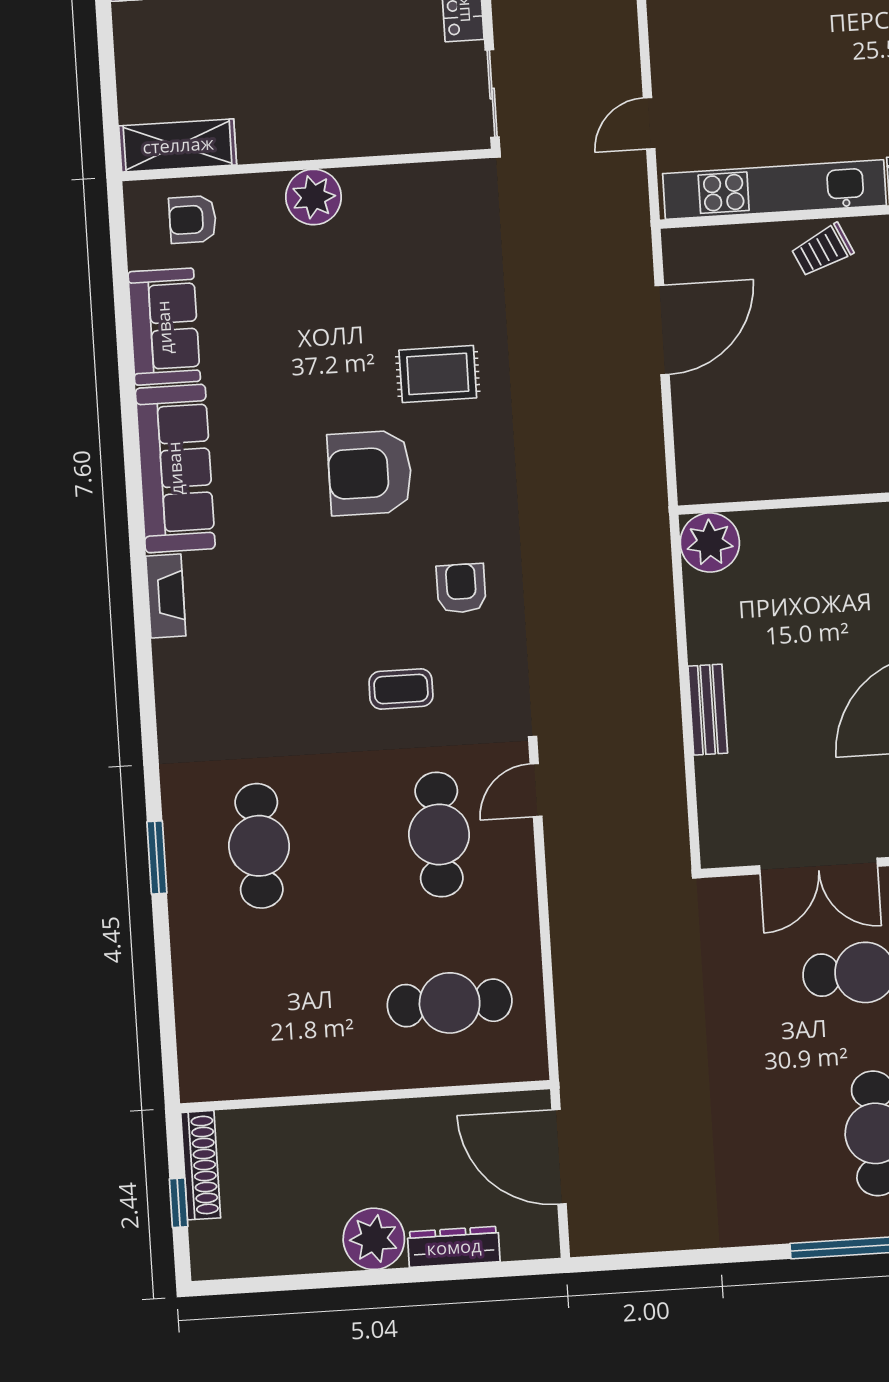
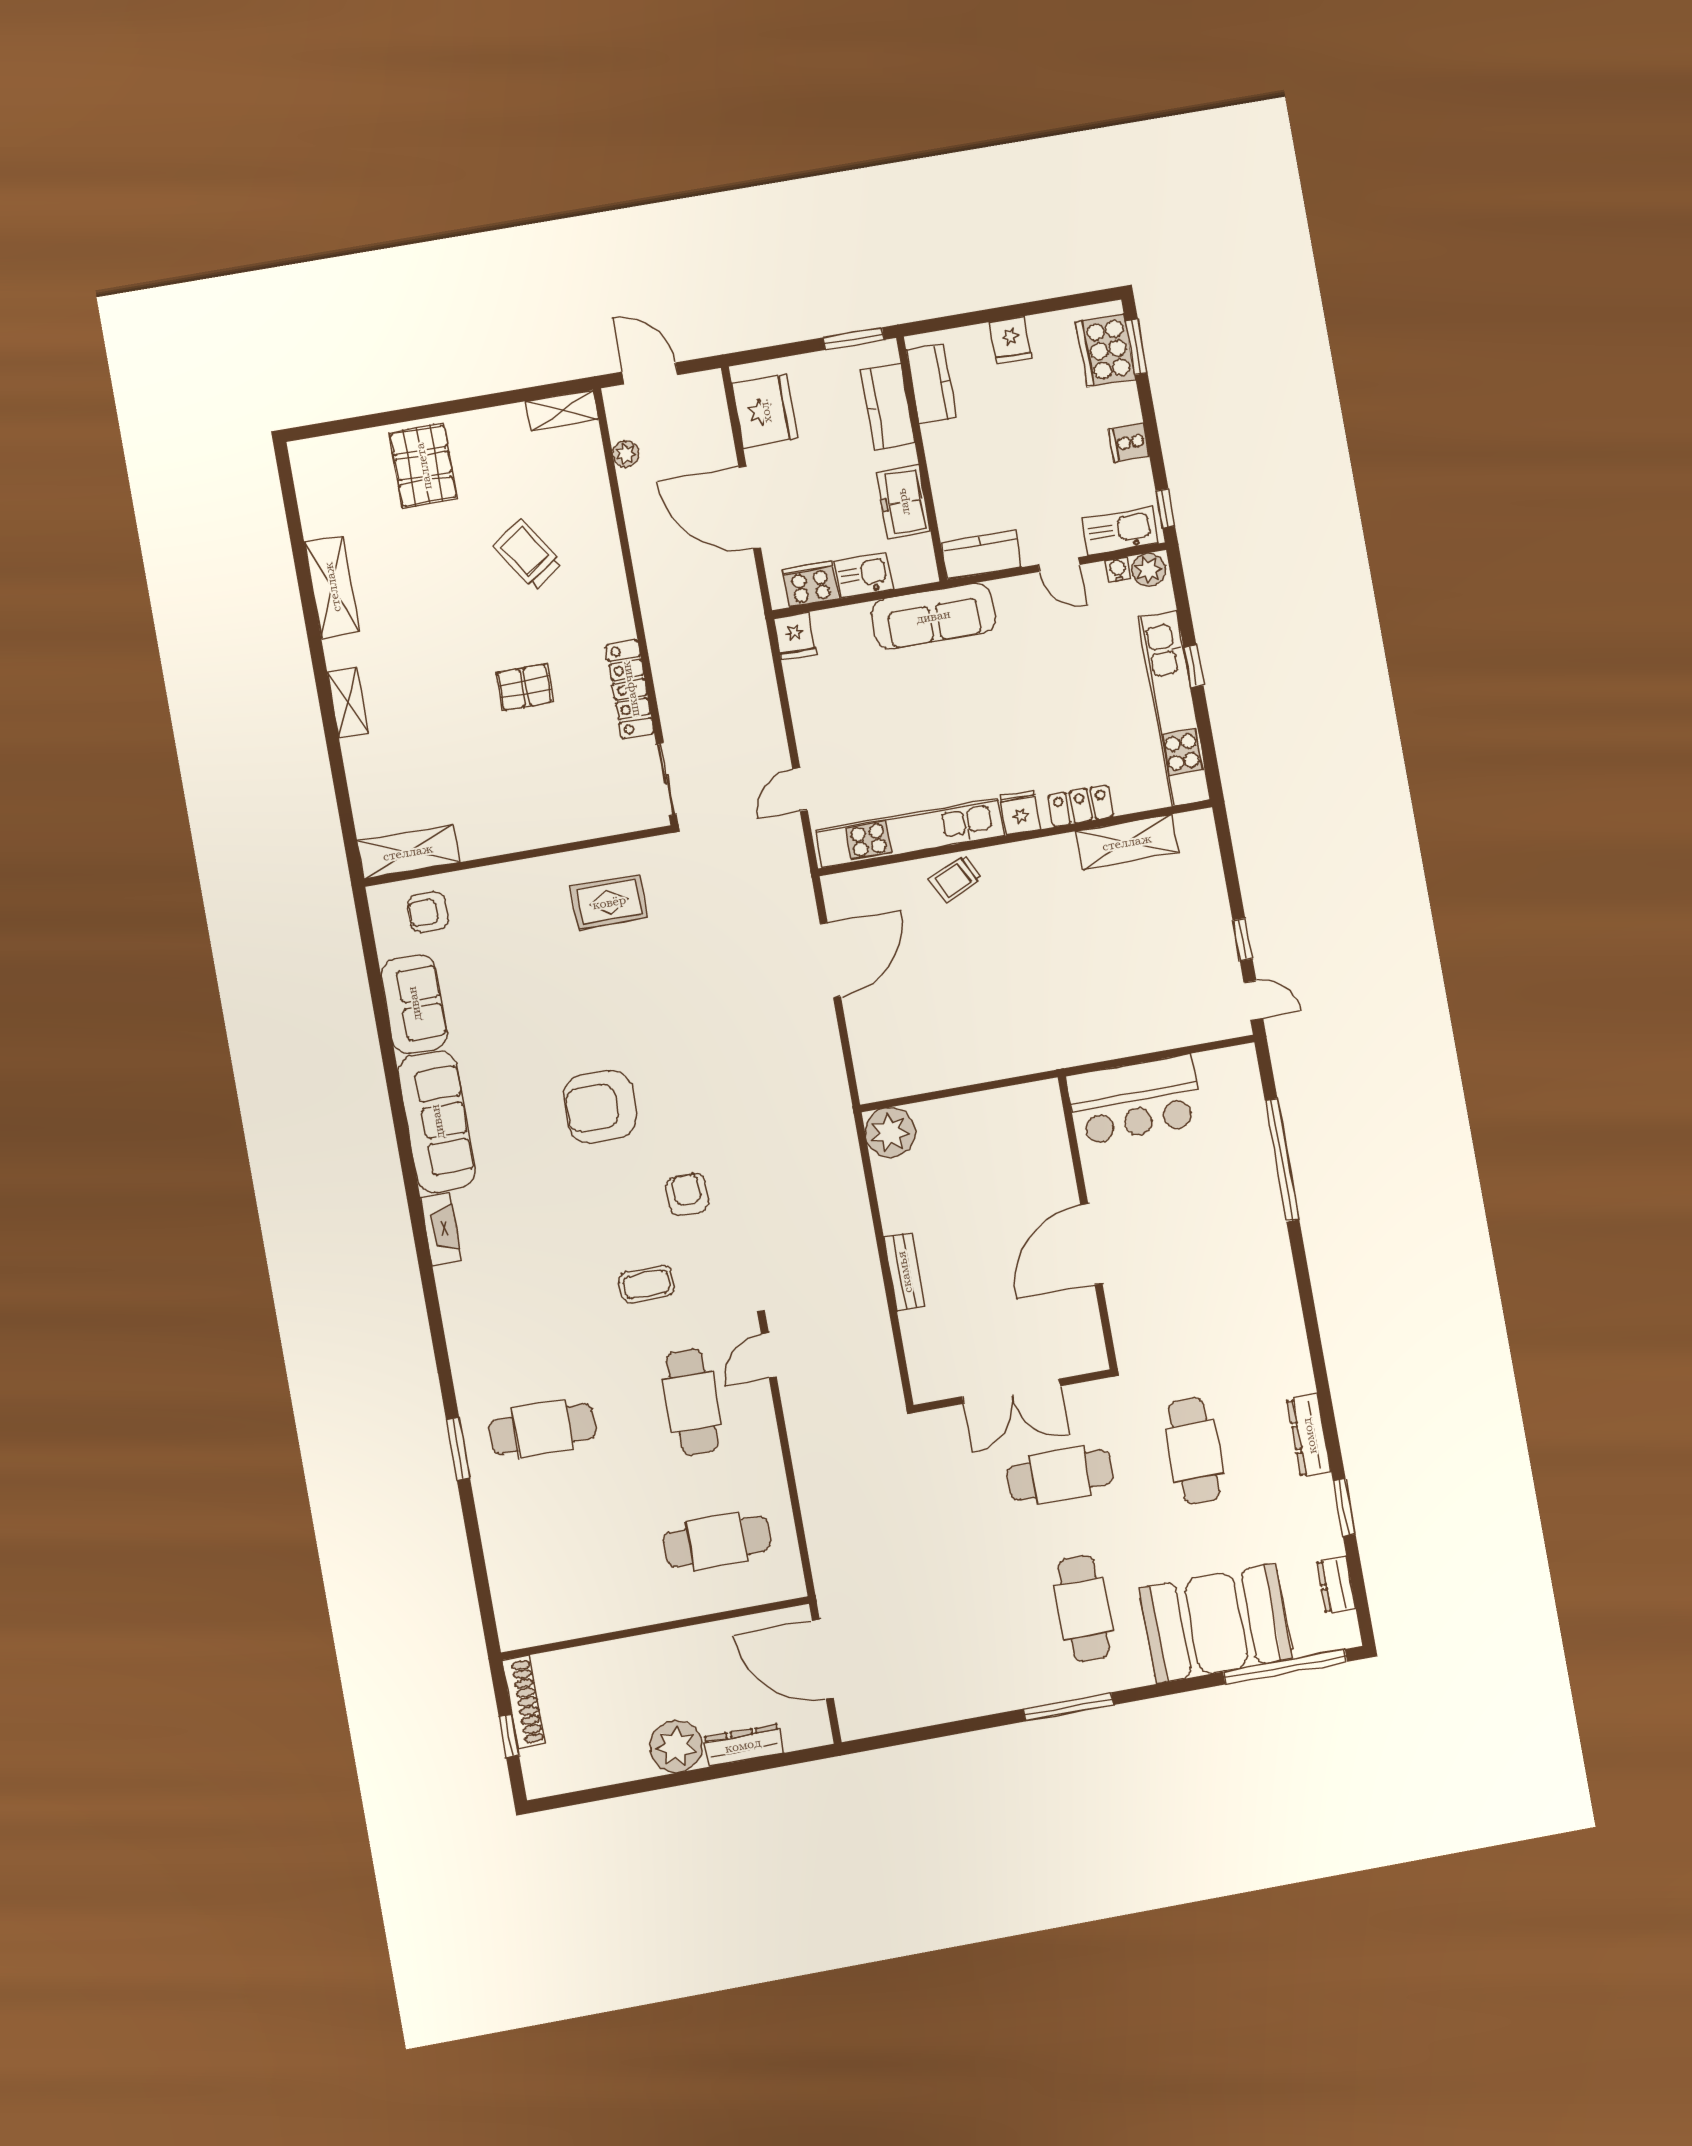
plant: (314, 197) -> (527, 882), removed
rug: (438, 374) -> (609, 902), moved
cafe table: (259, 846) -> (543, 1429), turned 90

